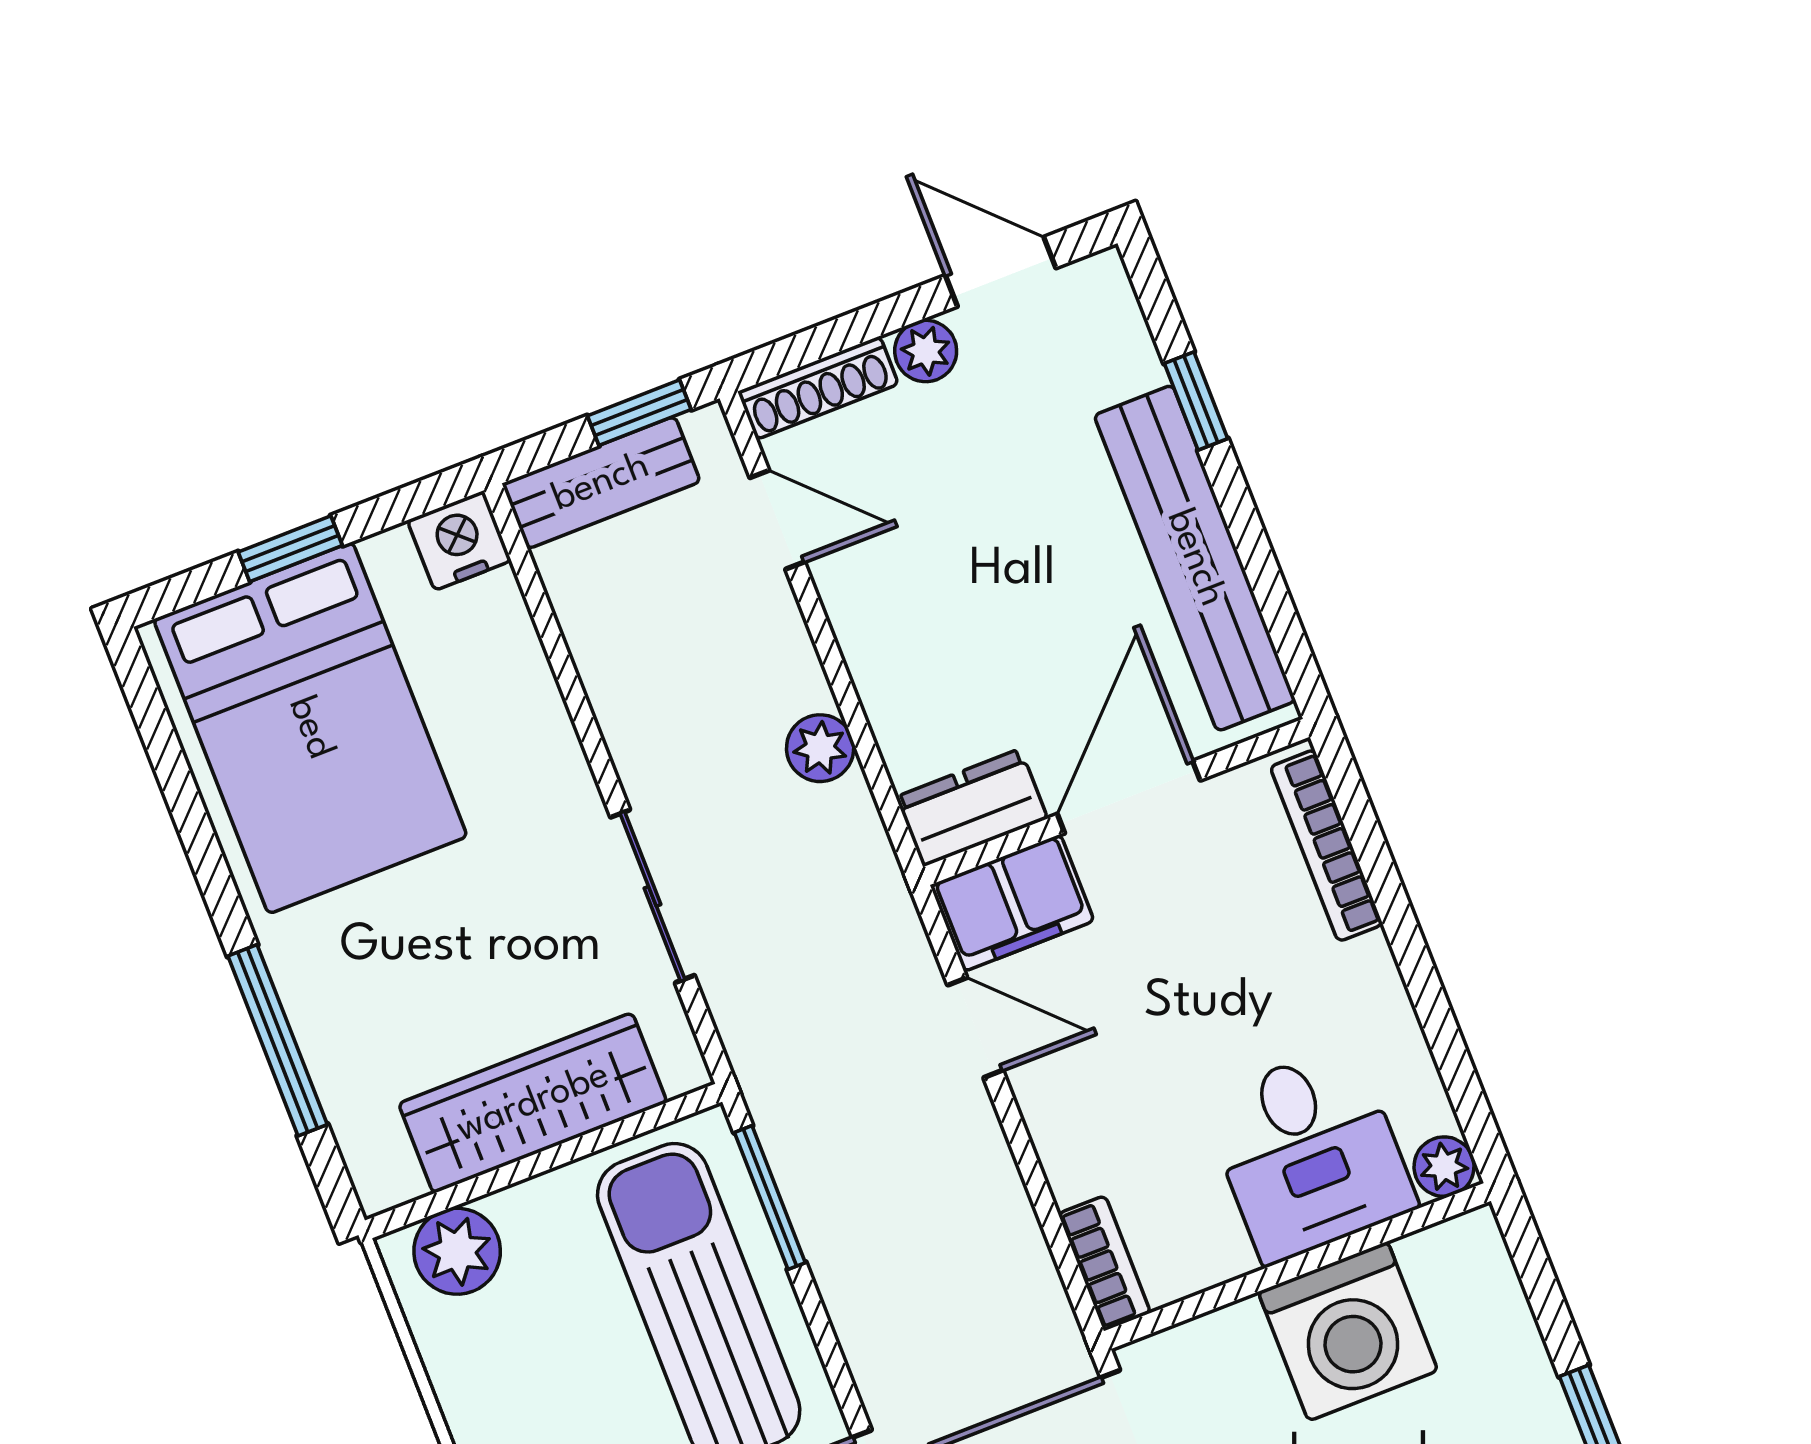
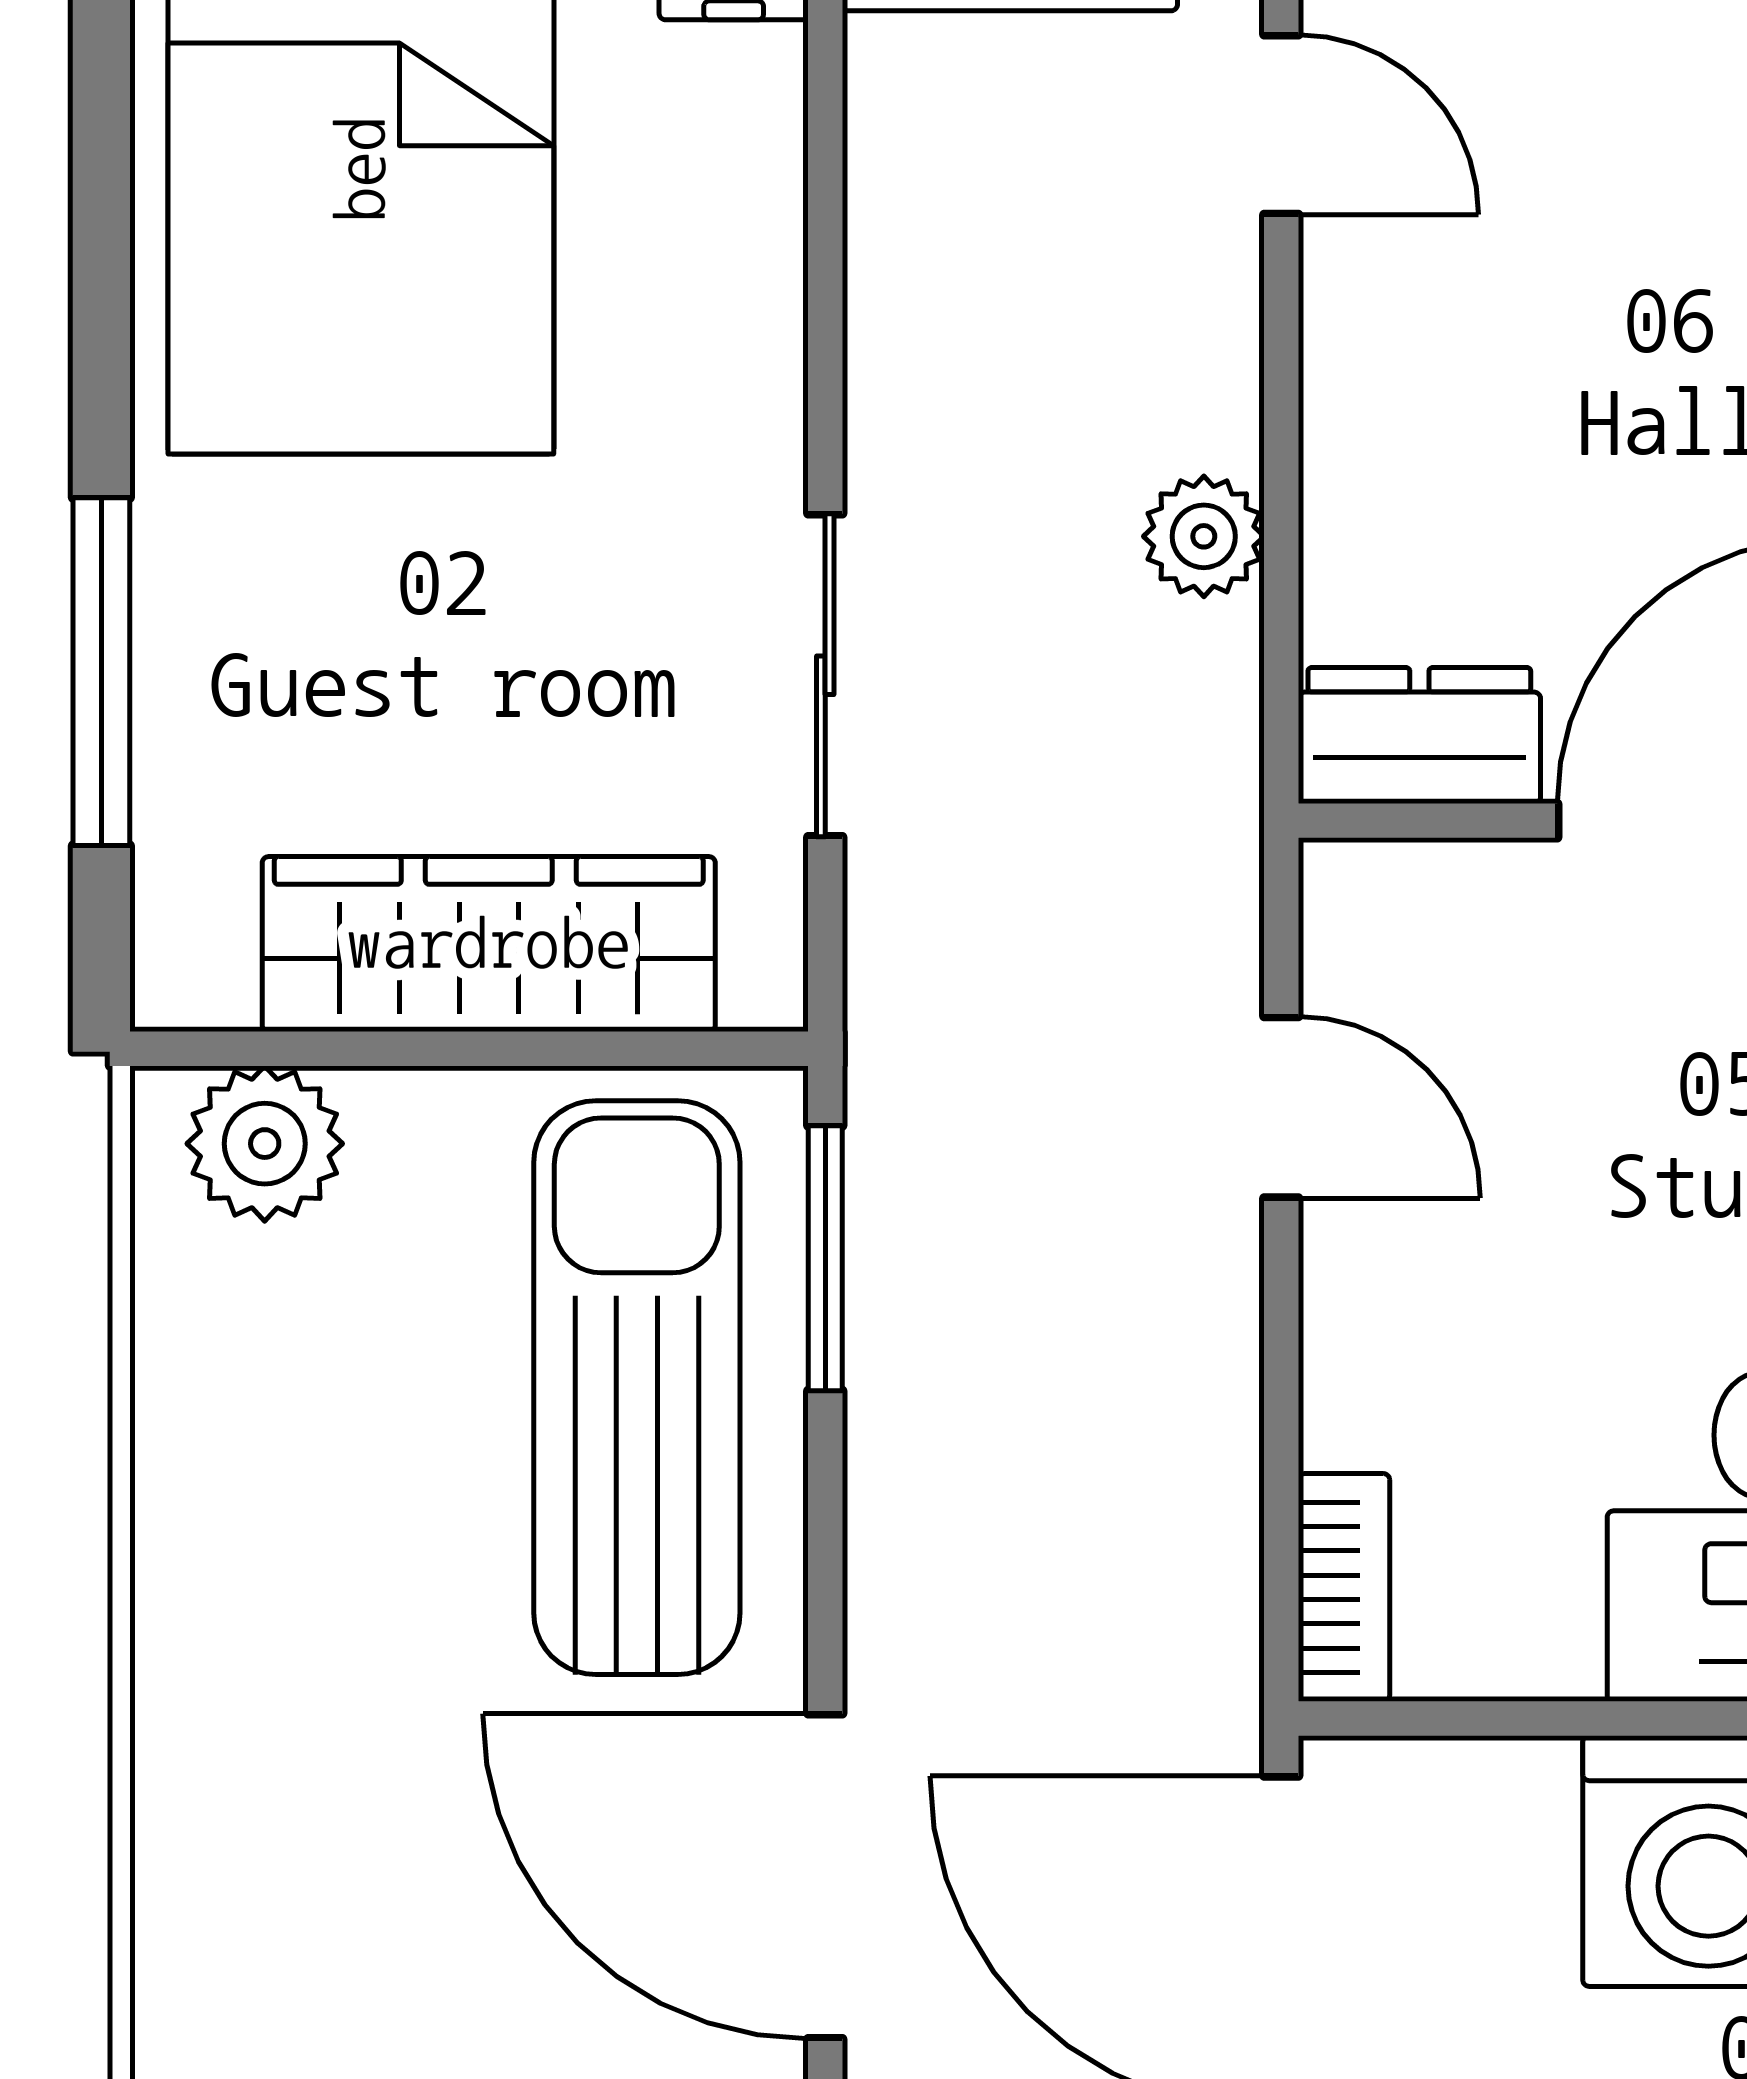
filing cabinet: (1012, 903) -> (1425, 922), removed

